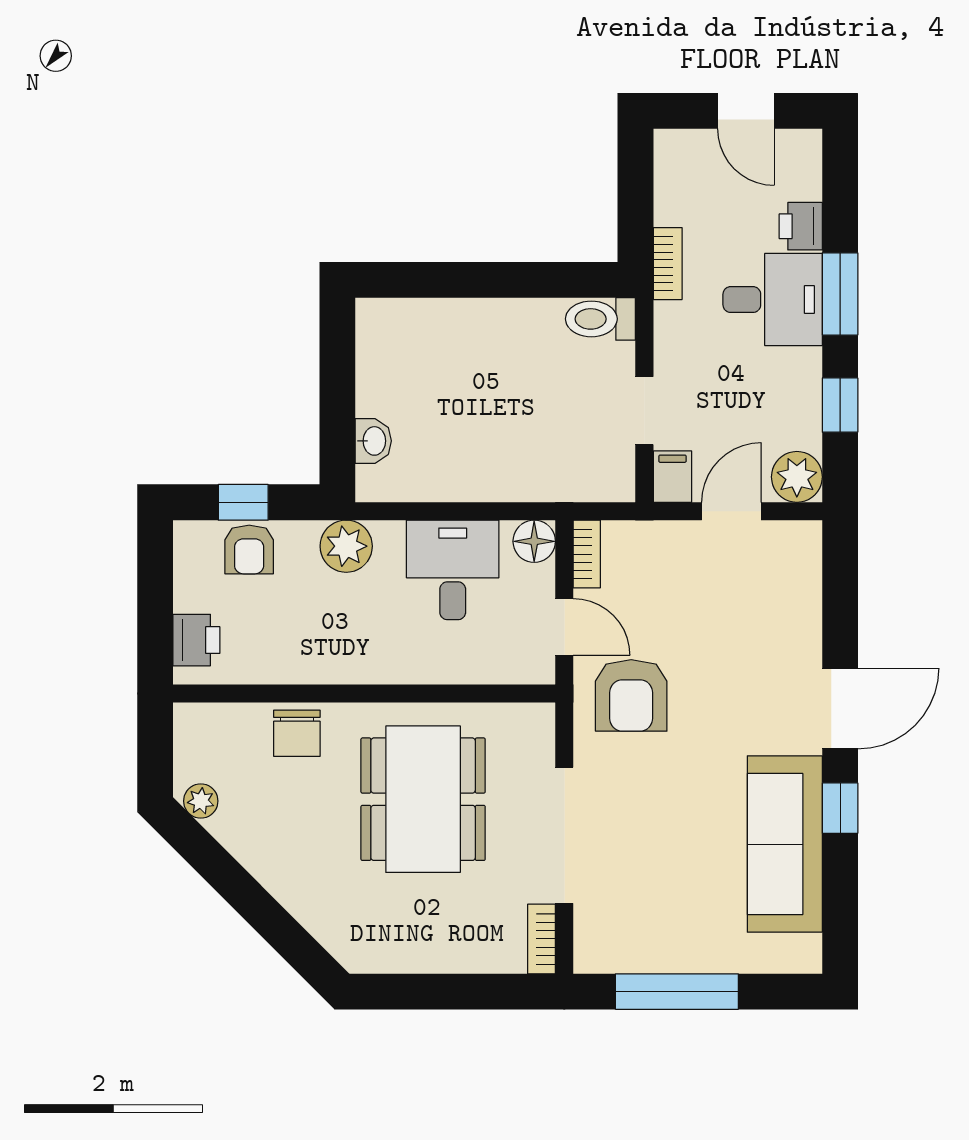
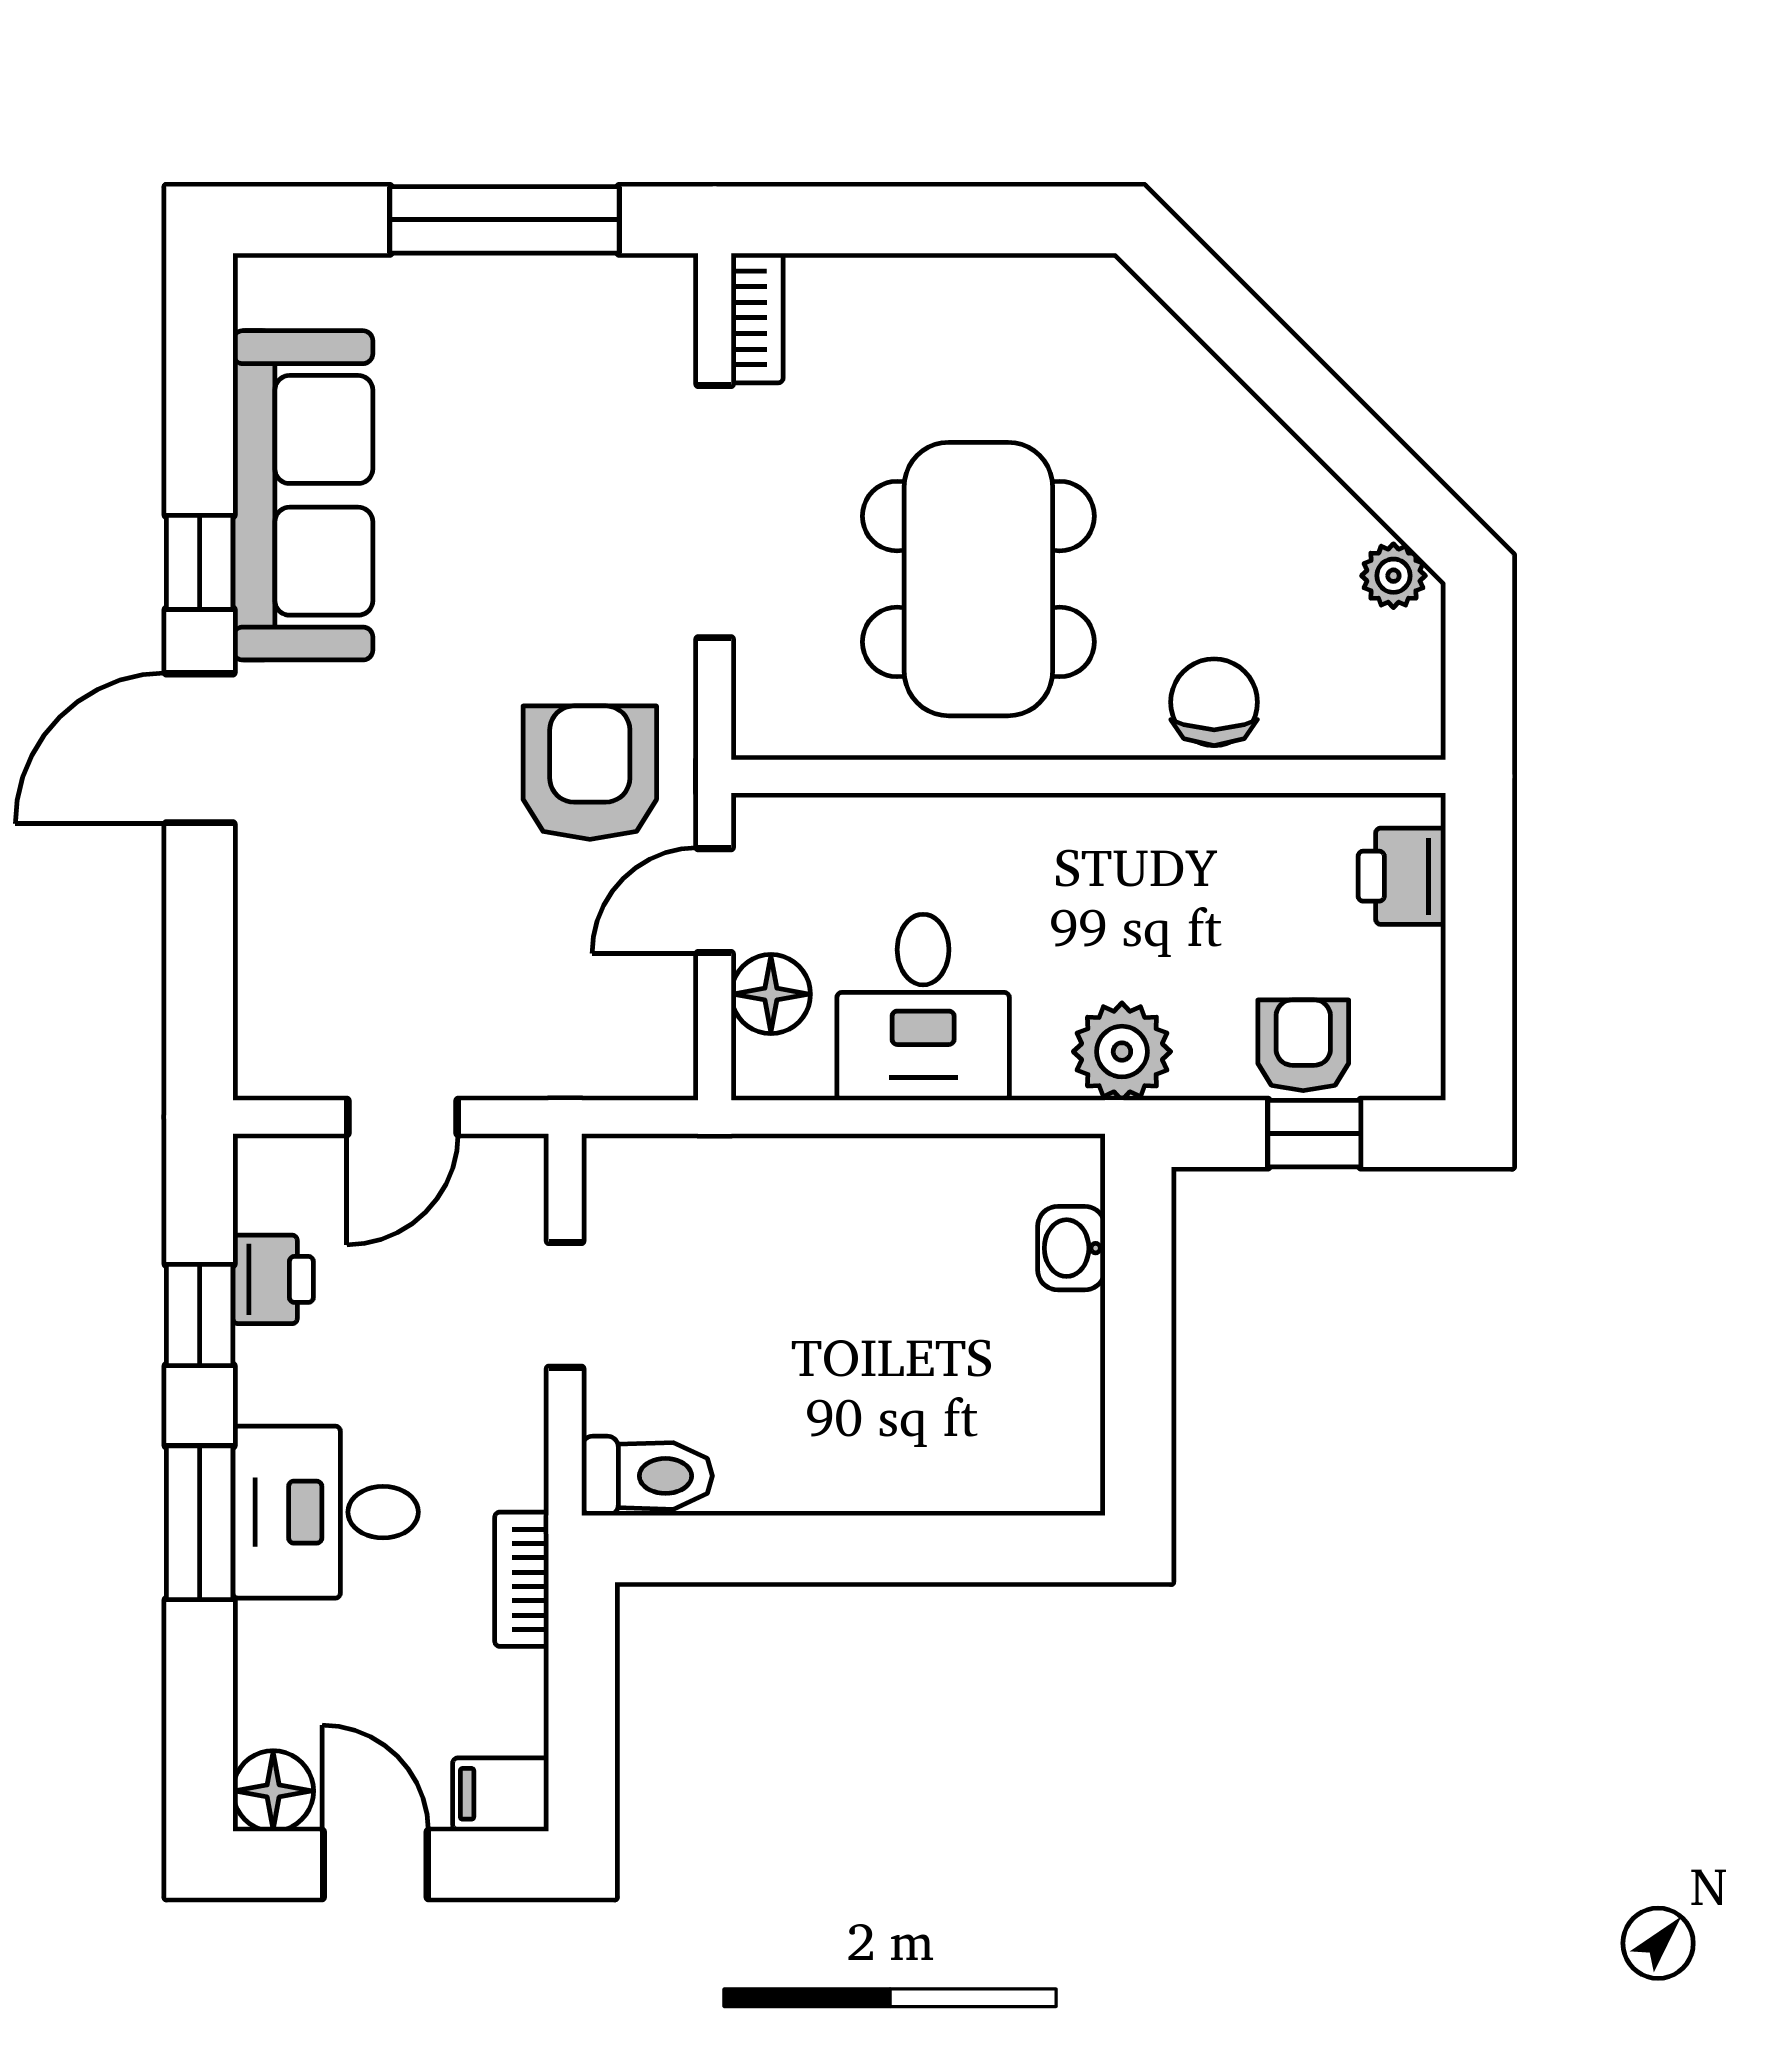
floor lamp: (801, 150) -> (273, 1791), added
printer: (801, 226) -> (273, 1279), moved
filing cabinet: (672, 477) -> (501, 1794), moved, turned 90
plant: (797, 477) -> (280, 1181), removed
floor lamp: (534, 541) -> (771, 994), moved
bookcase: (587, 554) -> (673, 1037), removed
door: (564, 627) -> (715, 901), hinge flipped

